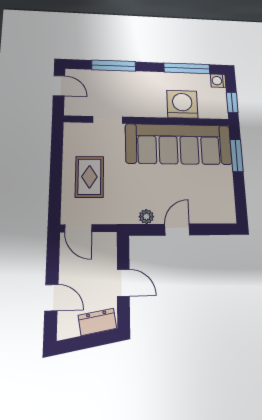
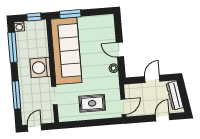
washing machine: (182, 104) -> (40, 68), moved
dresser: (97, 322) -> (175, 95), width x1.44

